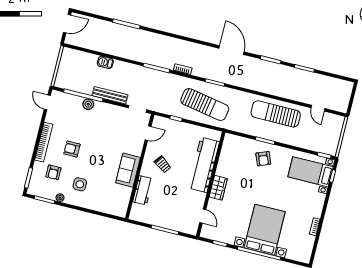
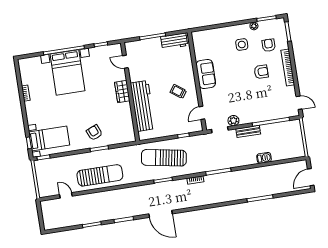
bench: (110, 95) -> (248, 131), width x0.73
plant: (88, 104) -> (233, 121), moved
workbench: (143, 190) -> (174, 41), moved, turned -90

